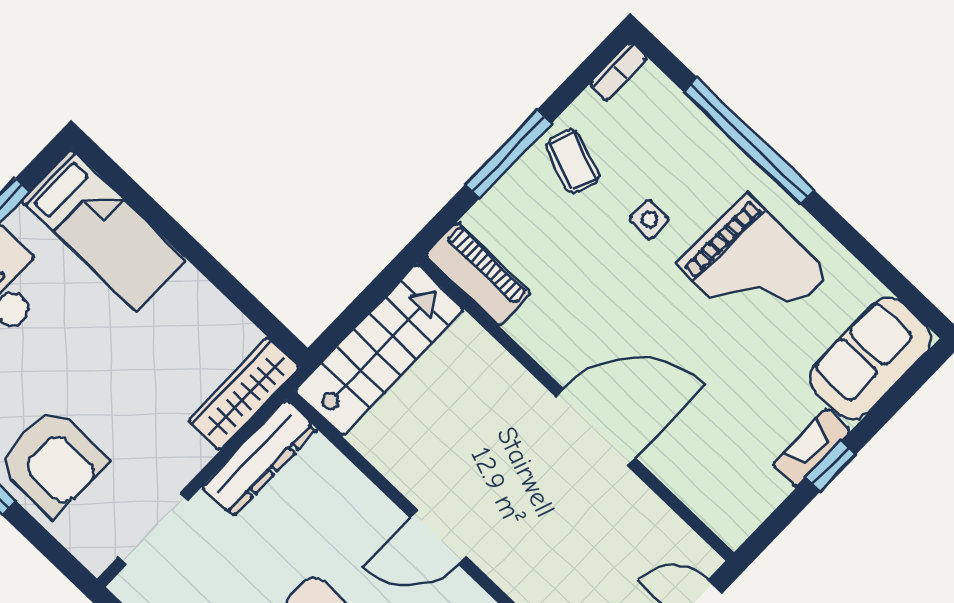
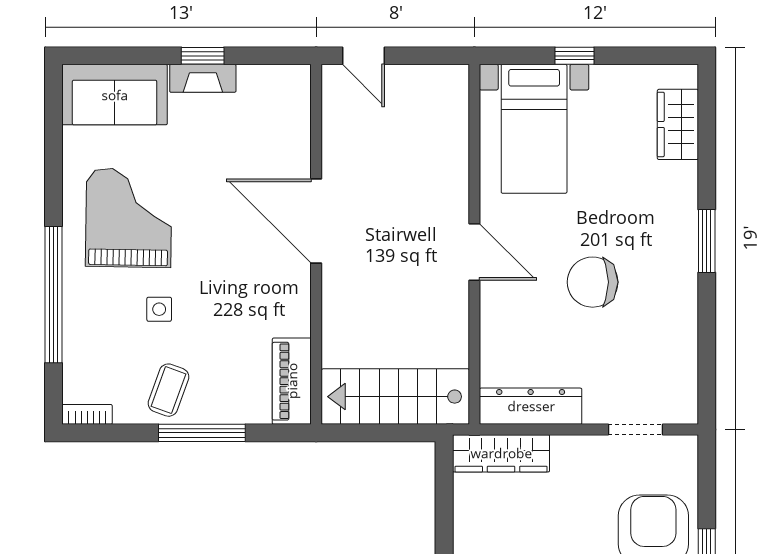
doorway: (153, 529) -> (635, 430), width x0.73

